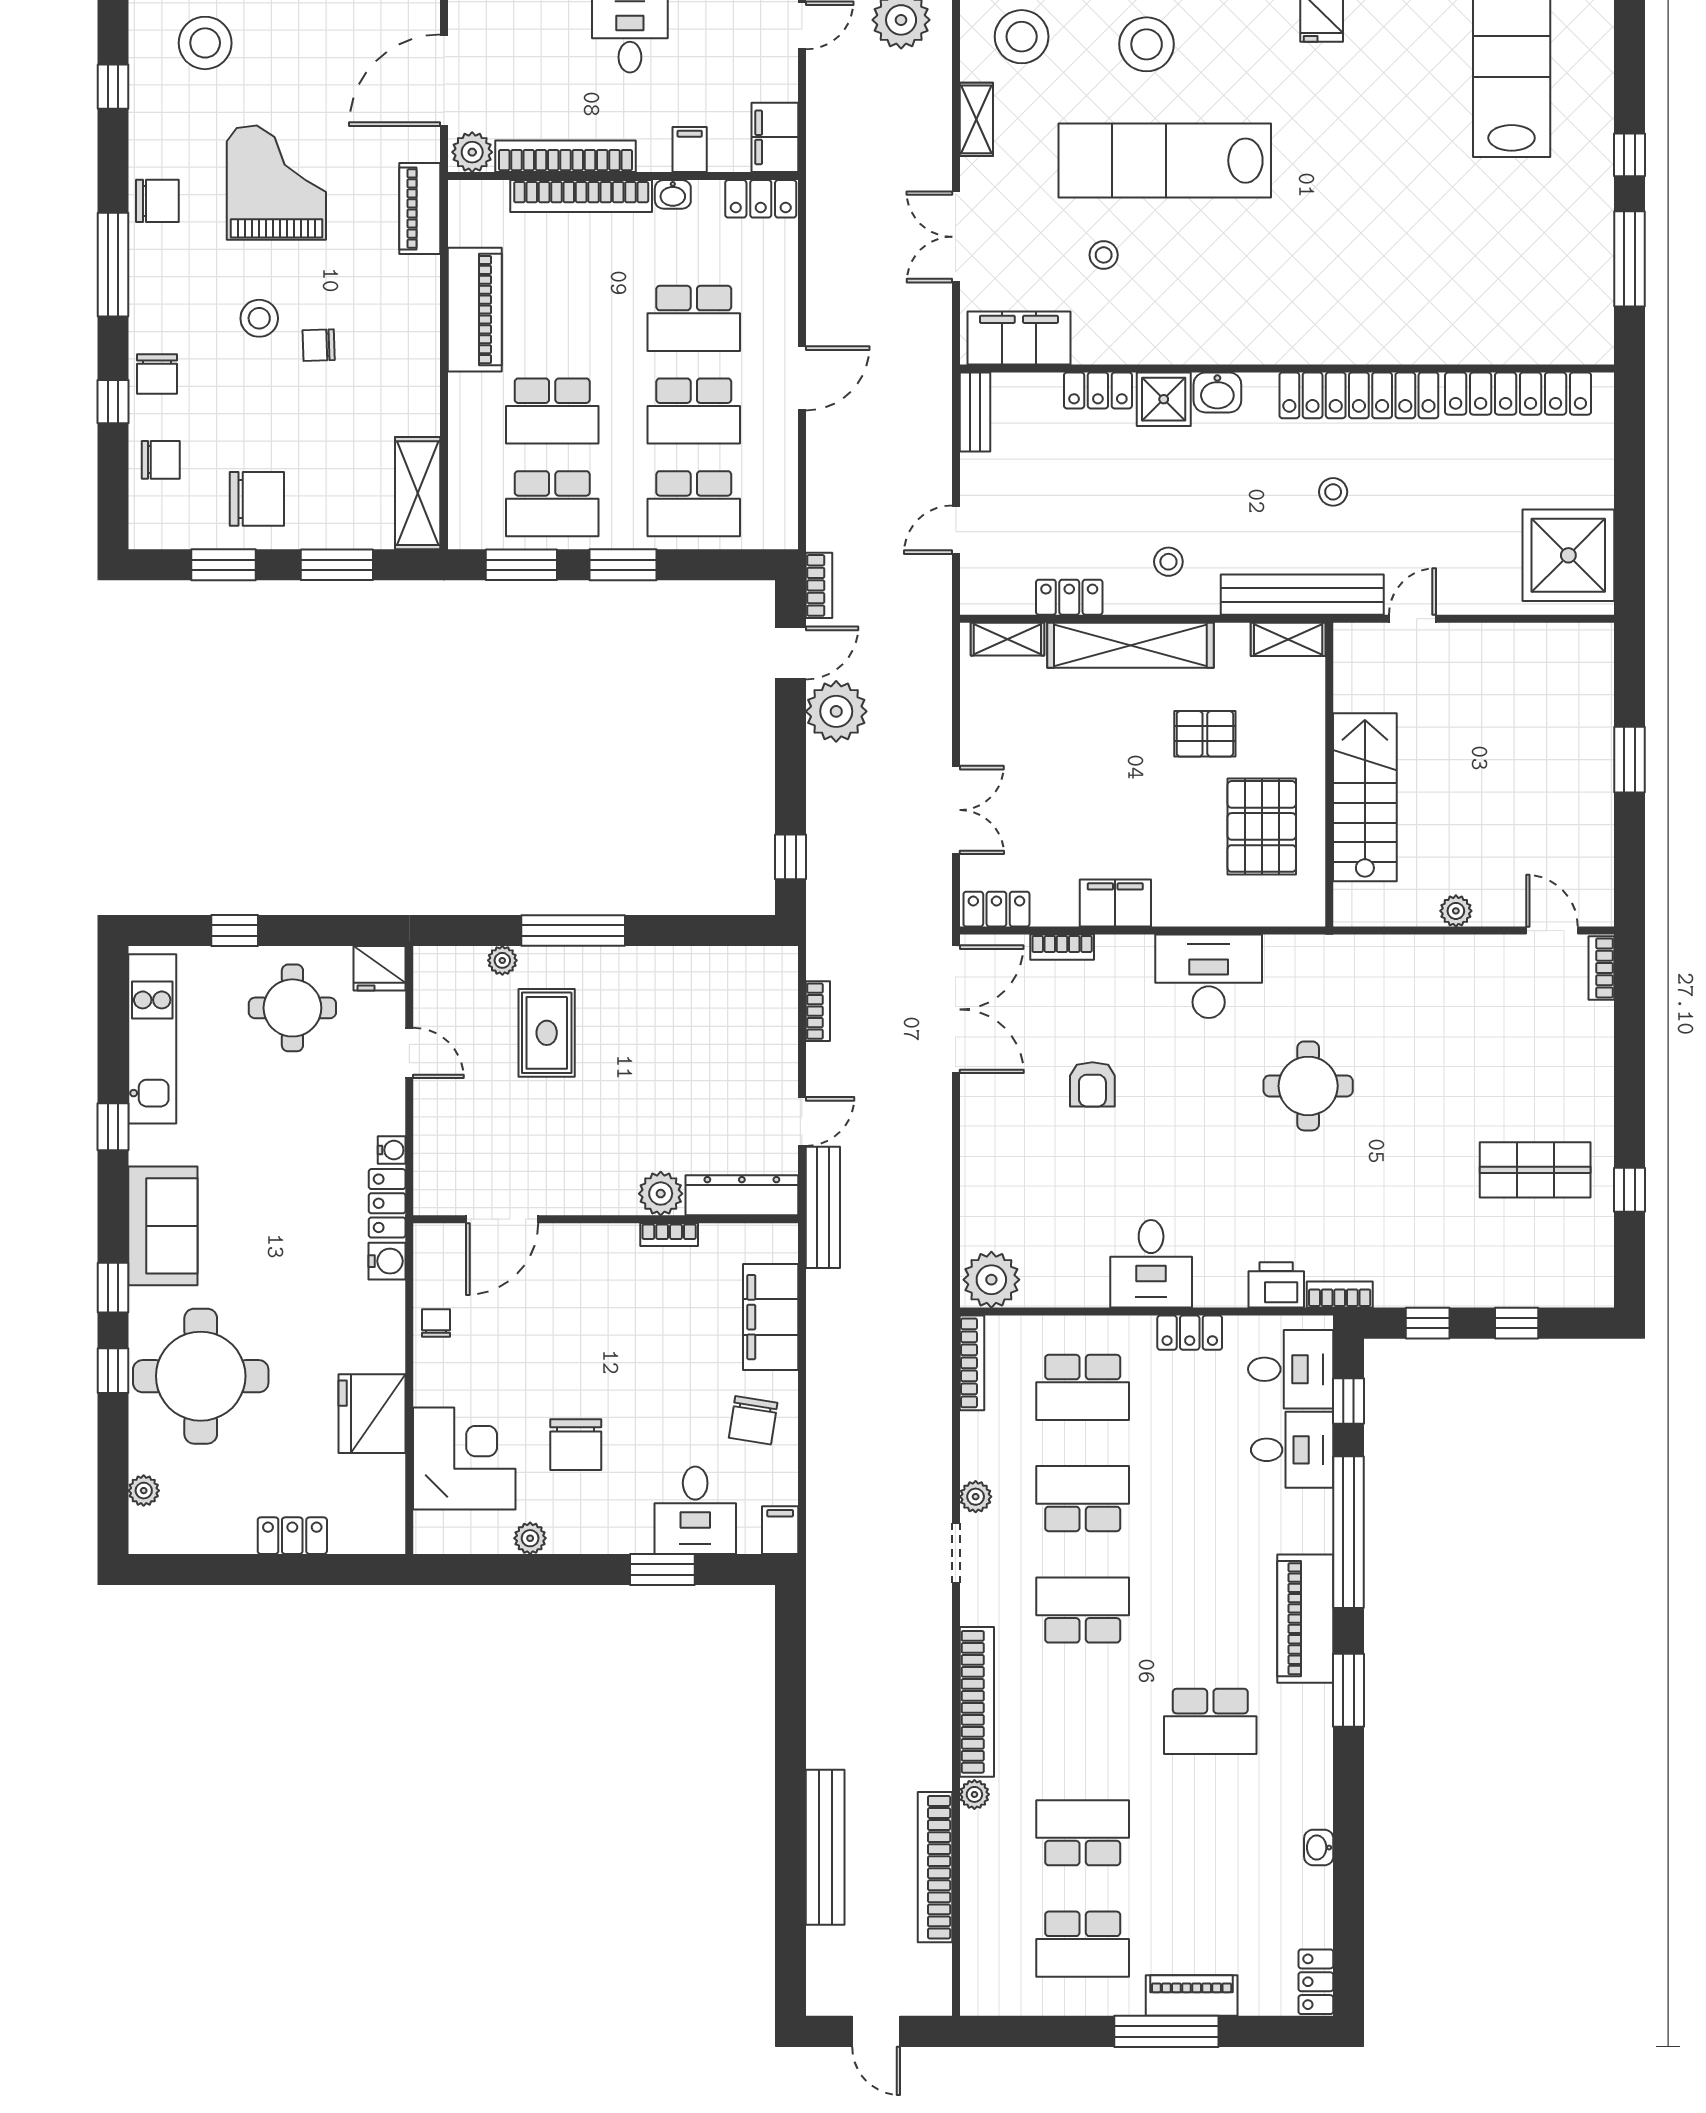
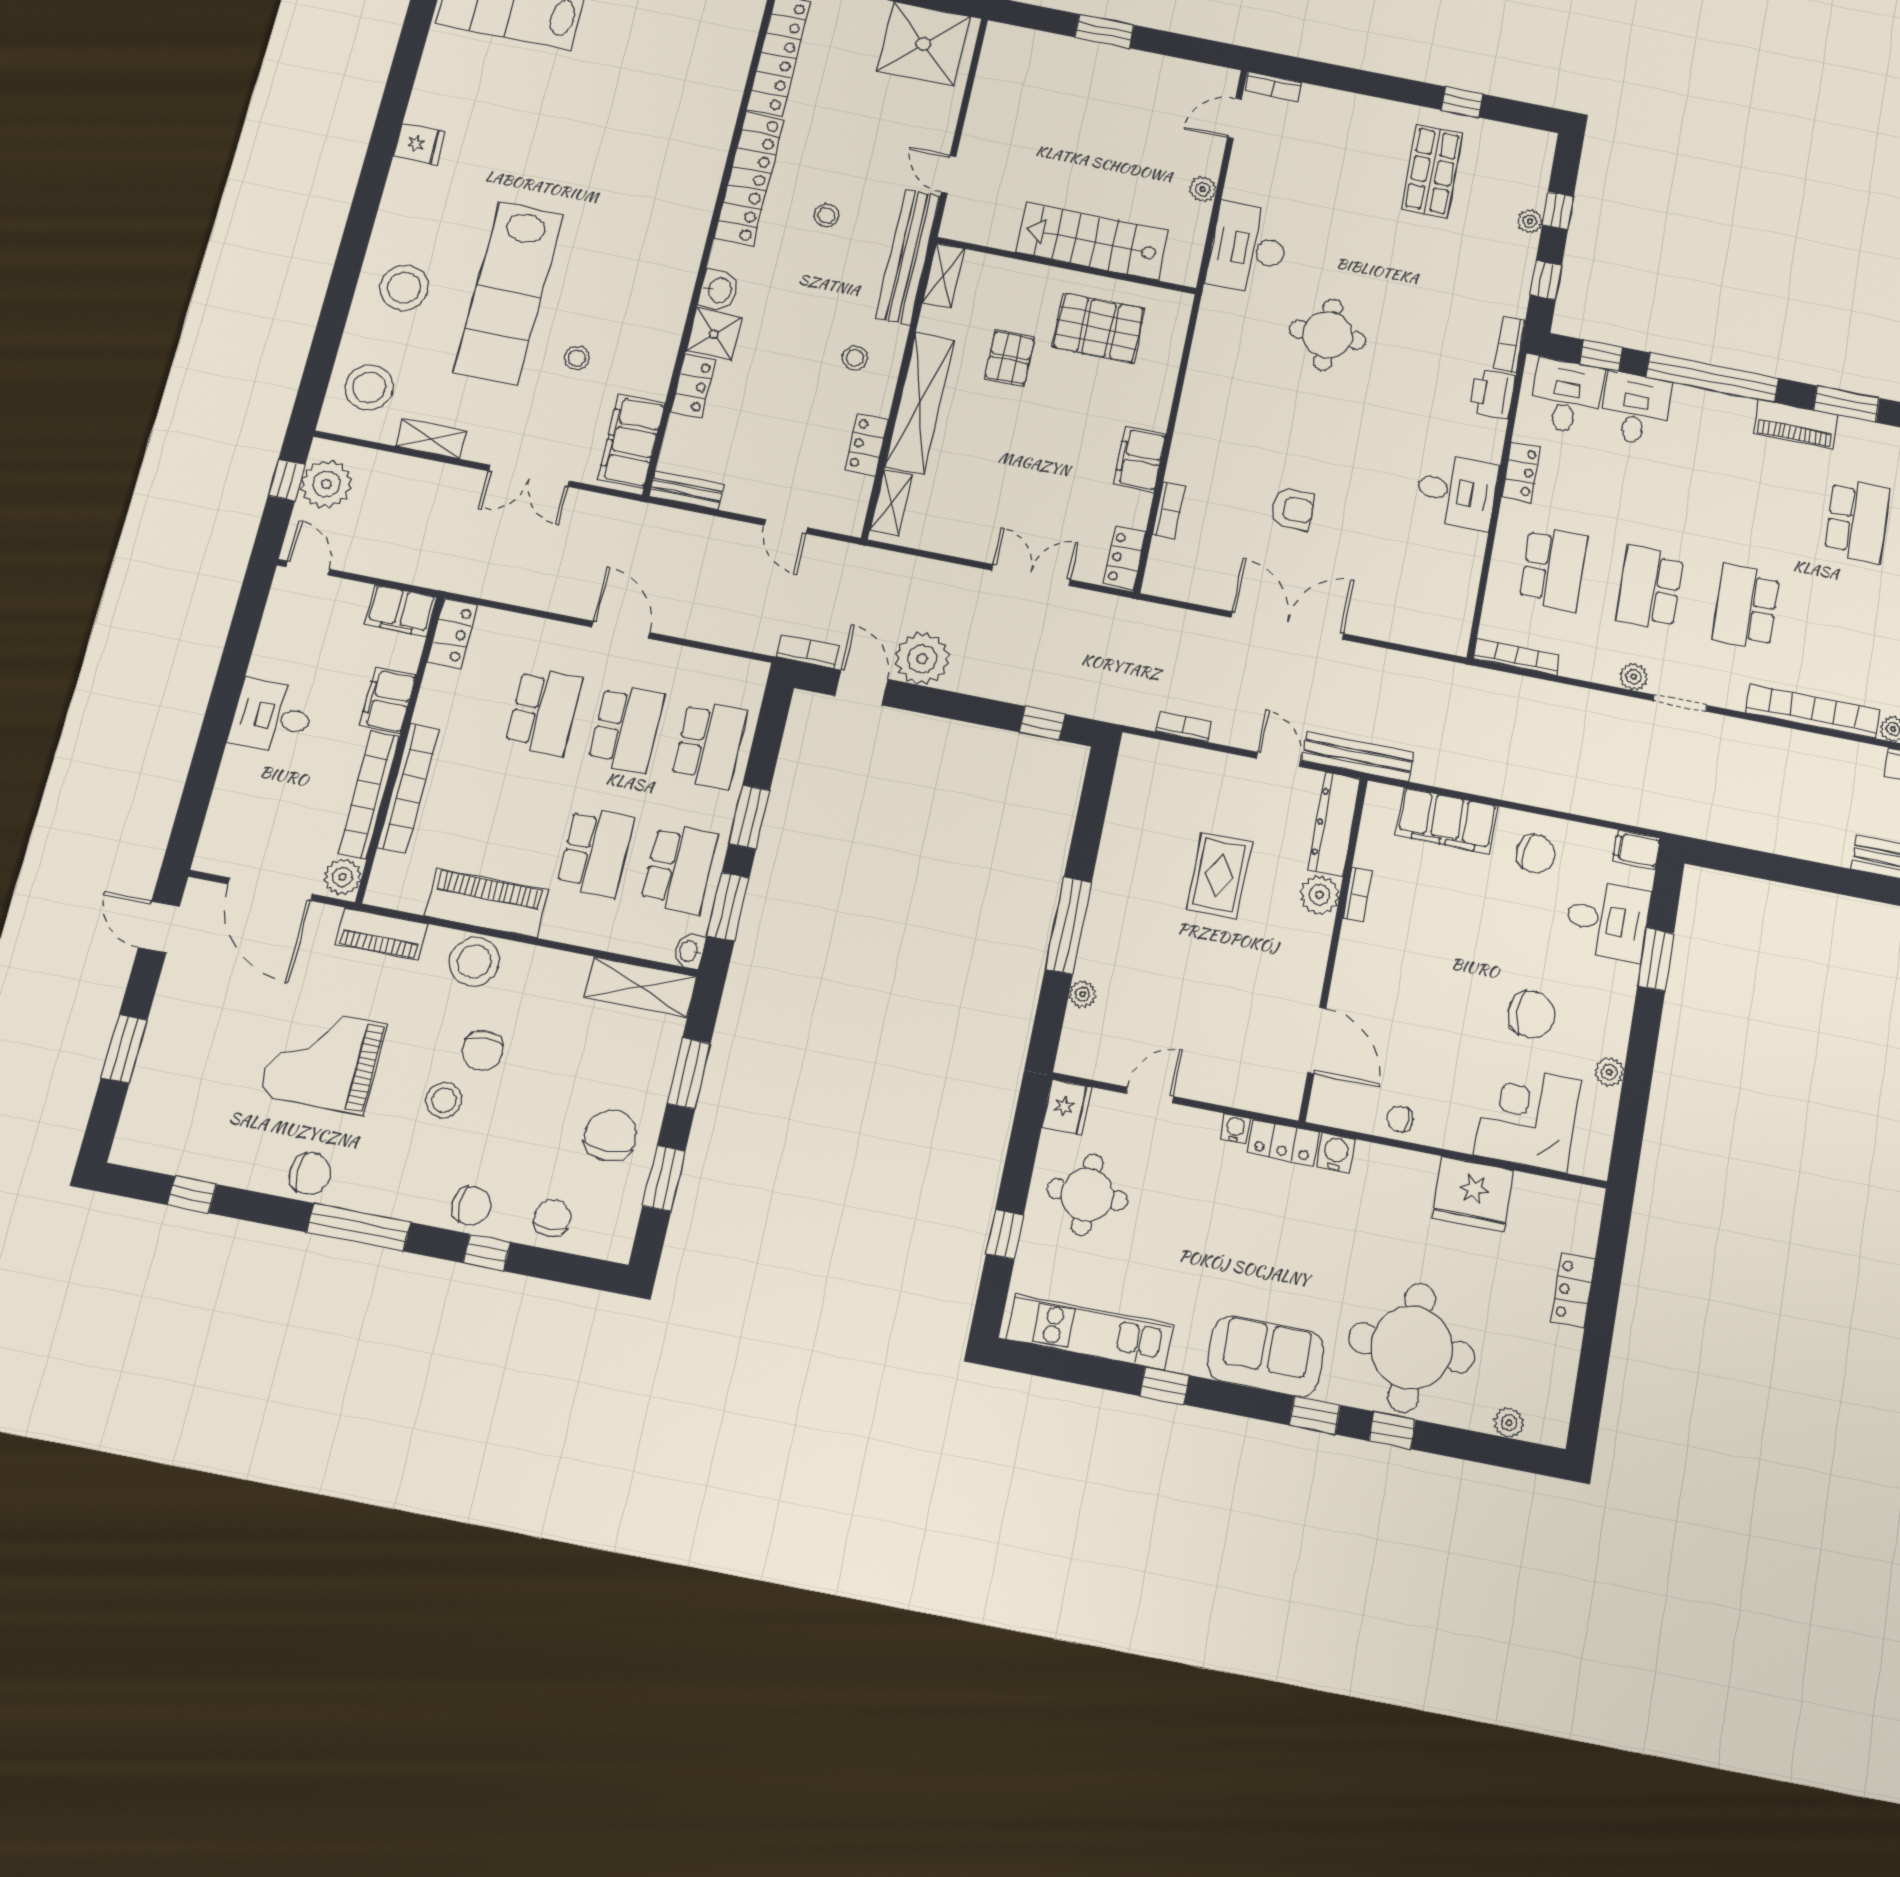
stool: (205, 43) -> (474, 961), moved
filing cabinet: (690, 150) -> (388, 700), width x2.00
washbasin: (673, 194) -> (689, 951), moved, turned 180
chair: (157, 201) -> (310, 1174), turned 90
chair: (319, 345) -> (483, 1050), width x1.37, depth x1.37
desk: (1209, 976) -> (1248, 249), moved
double door: (956, 1009) -> (1287, 626), moved
rug: (547, 1033) -> (1219, 875), moved, turned 90
plant: (991, 1280) -> (1530, 221), moved, width x0.53, depth x0.53
piano: (1305, 1619) -> (1796, 424), width x0.73, depth x0.75

